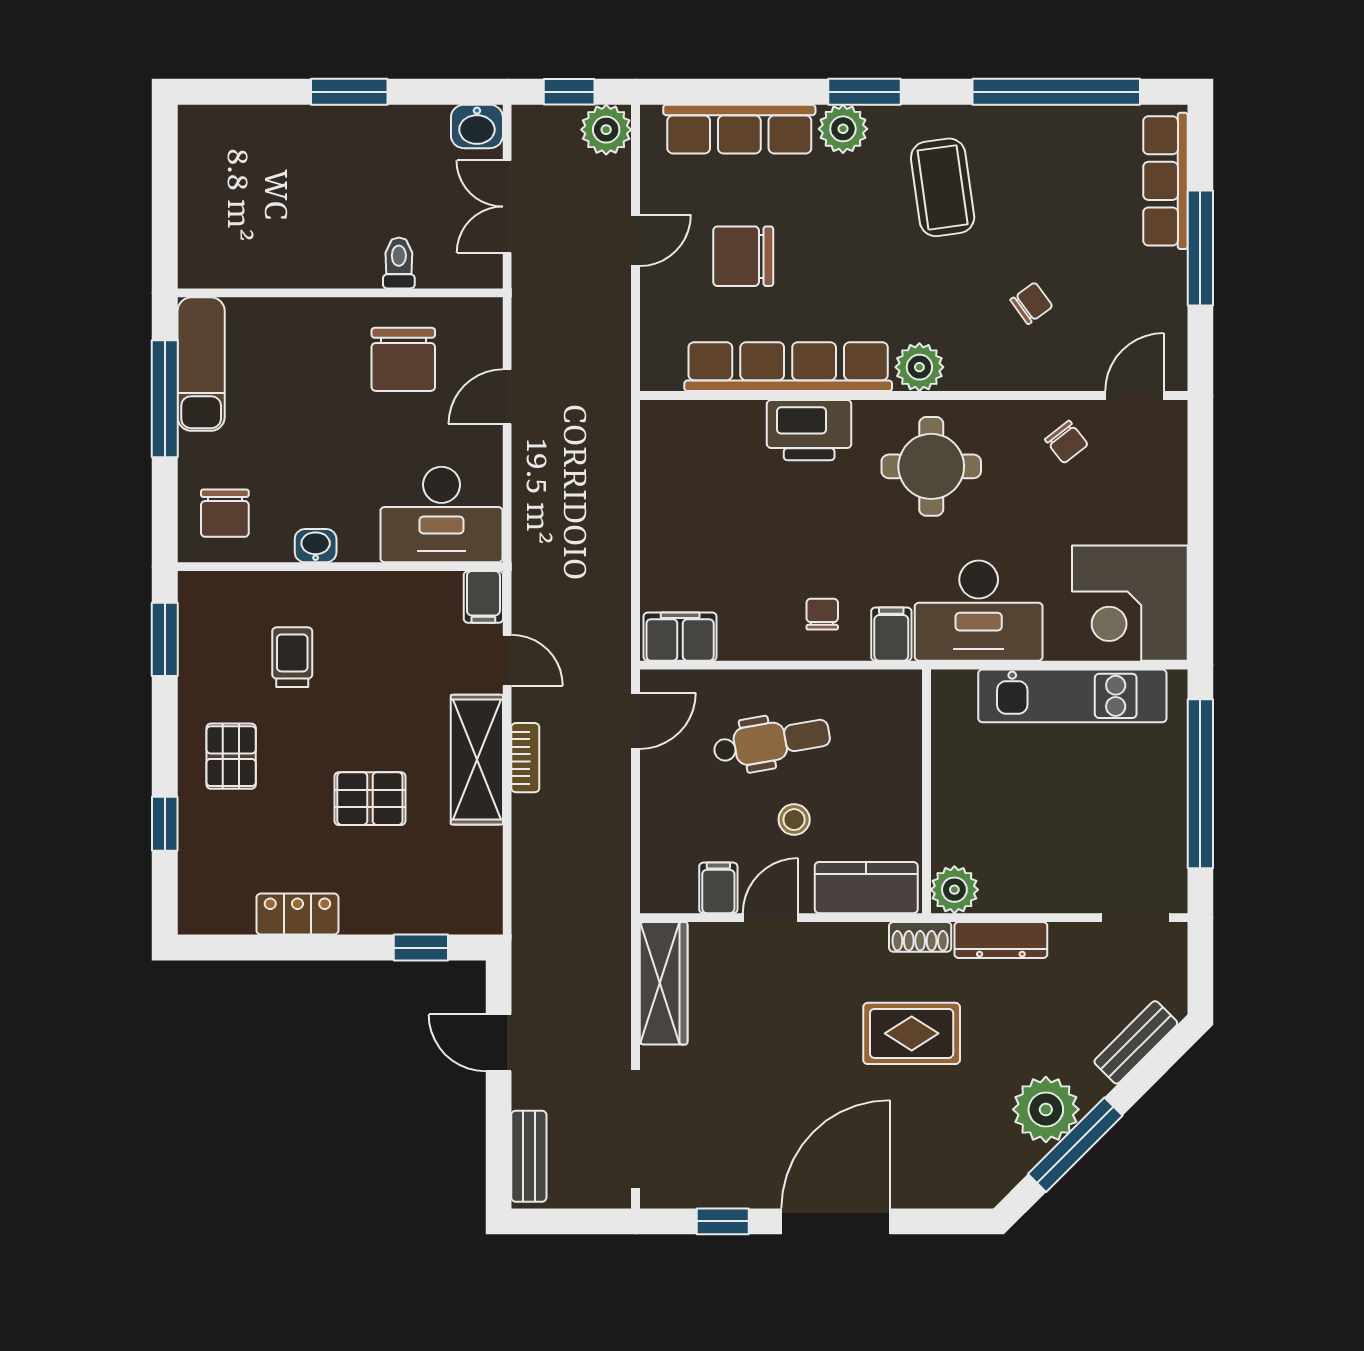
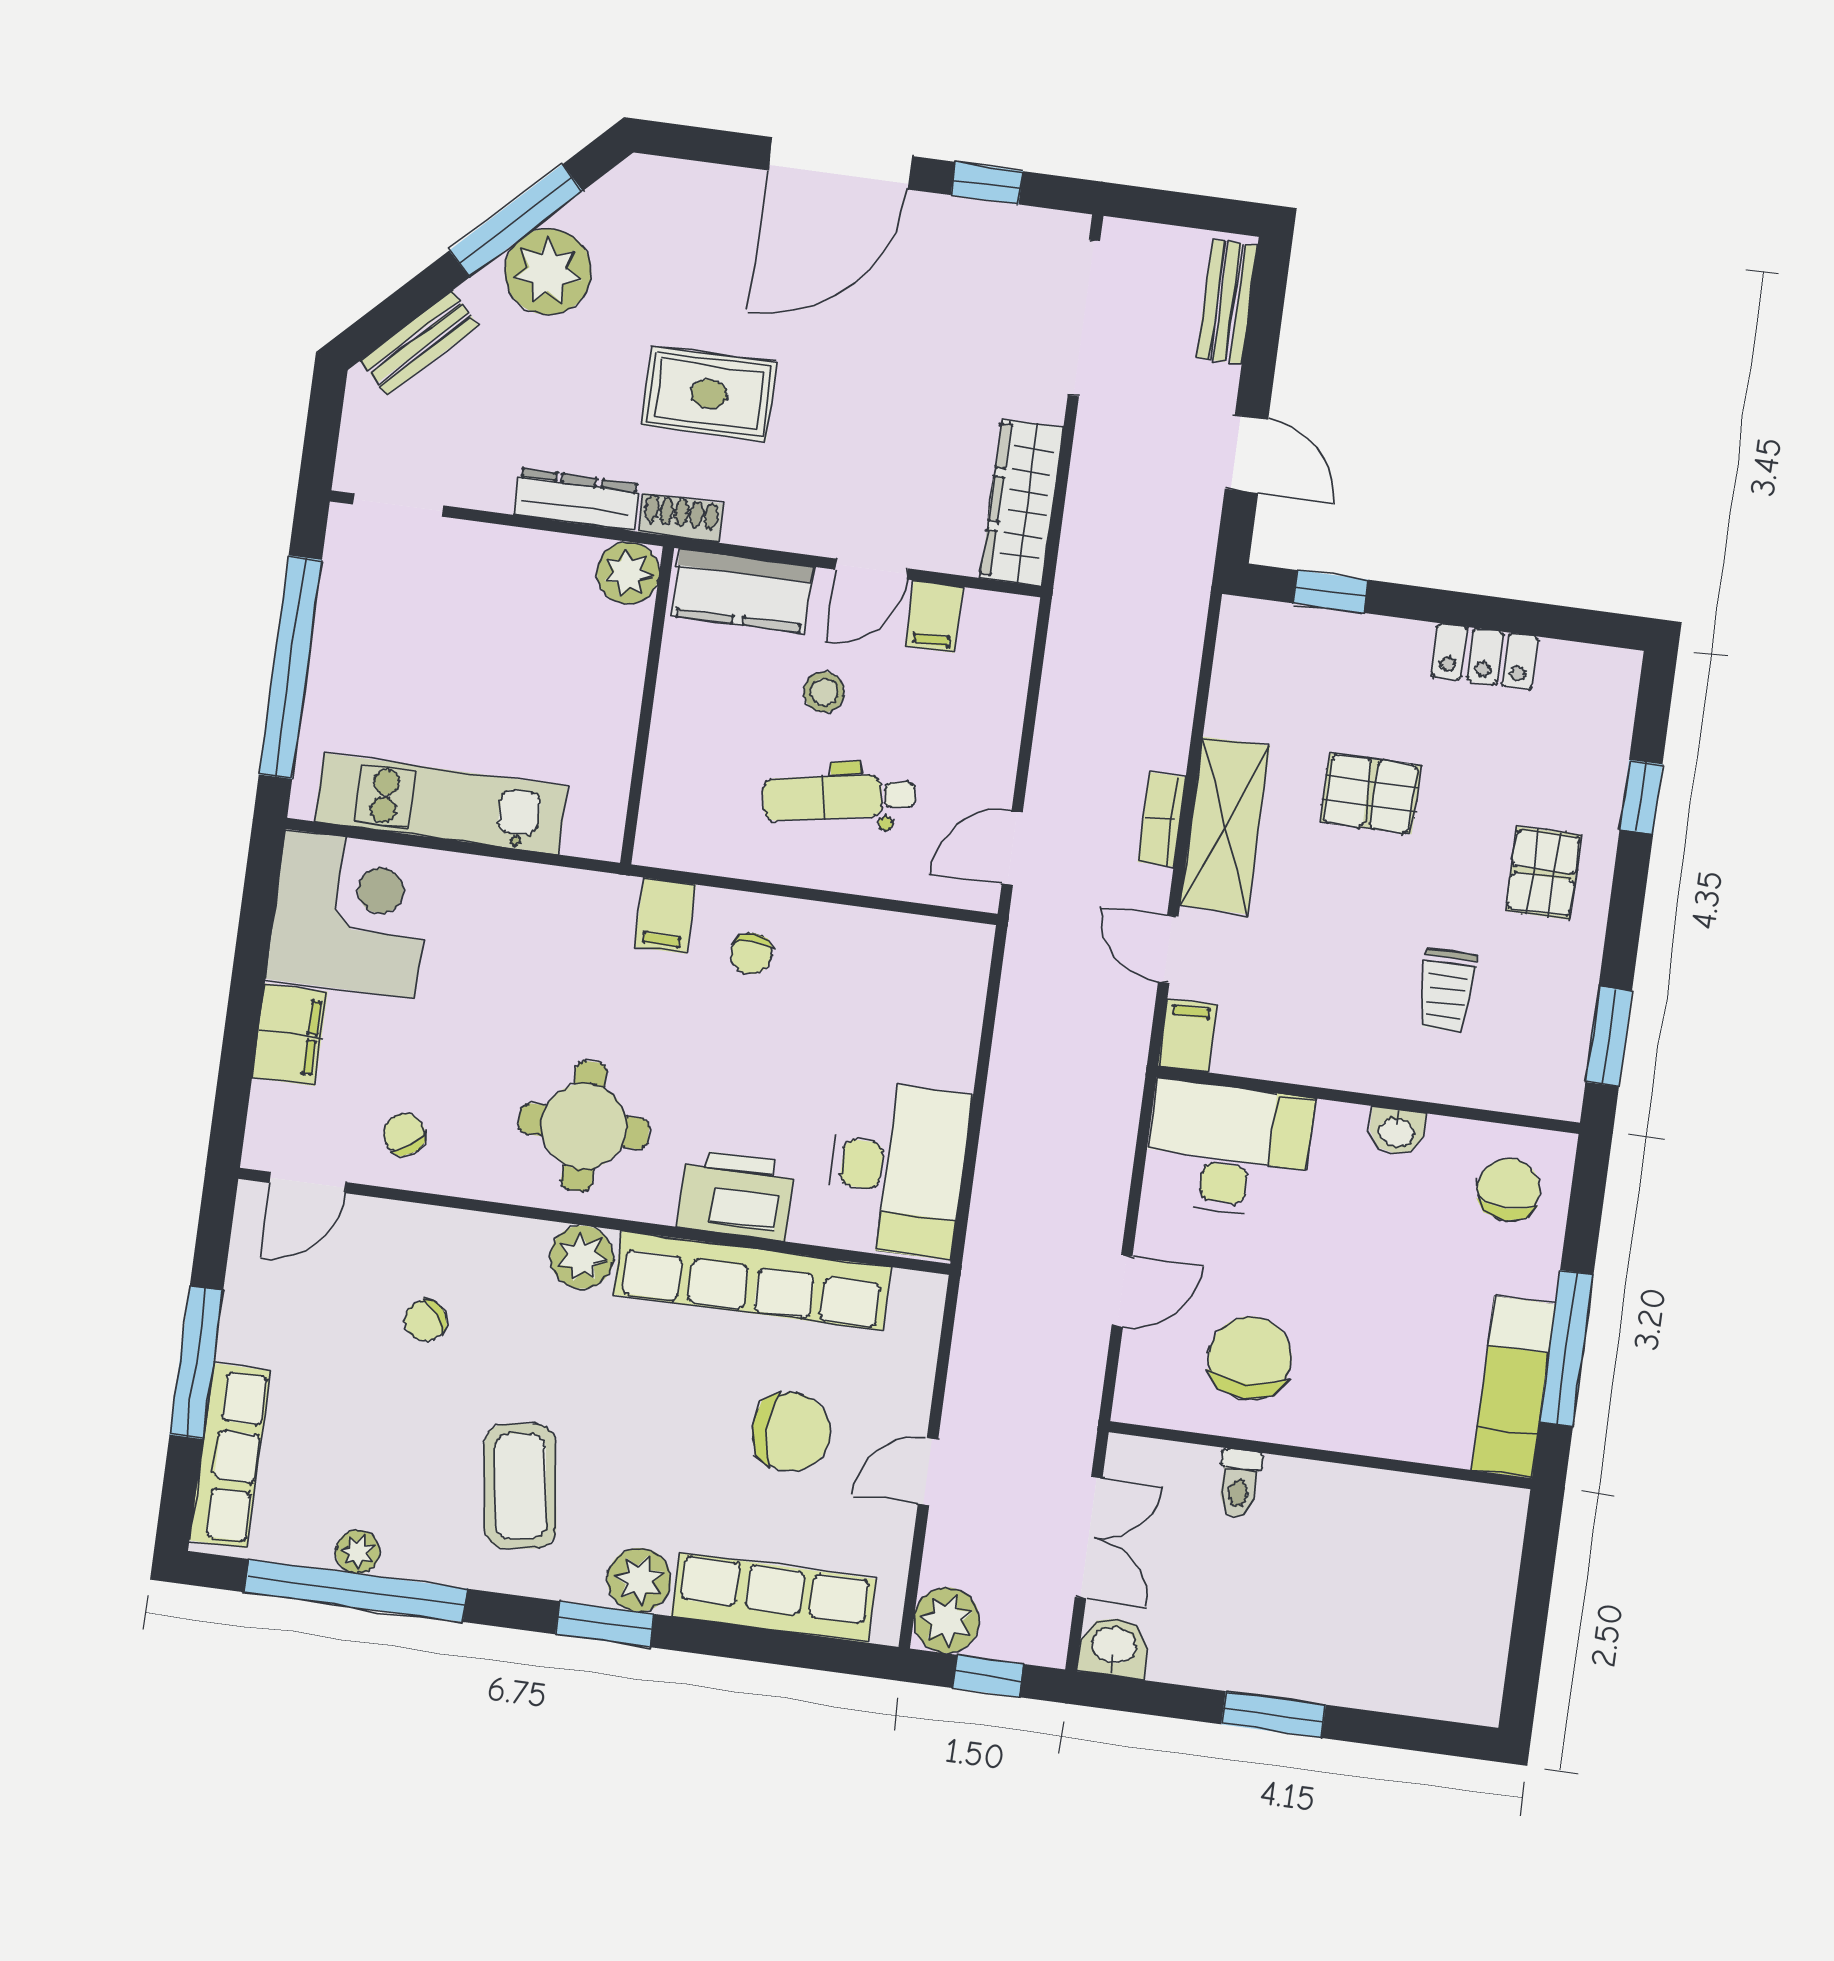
plant: (1059, 121) -> (358, 1552), added
desk: (979, 611) -> (897, 1169), moved, turned 90
filing cabinet: (680, 637) -> (290, 1035), moved, turned -90

